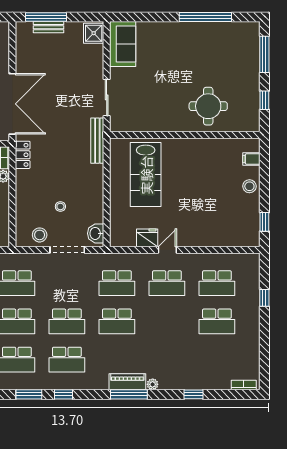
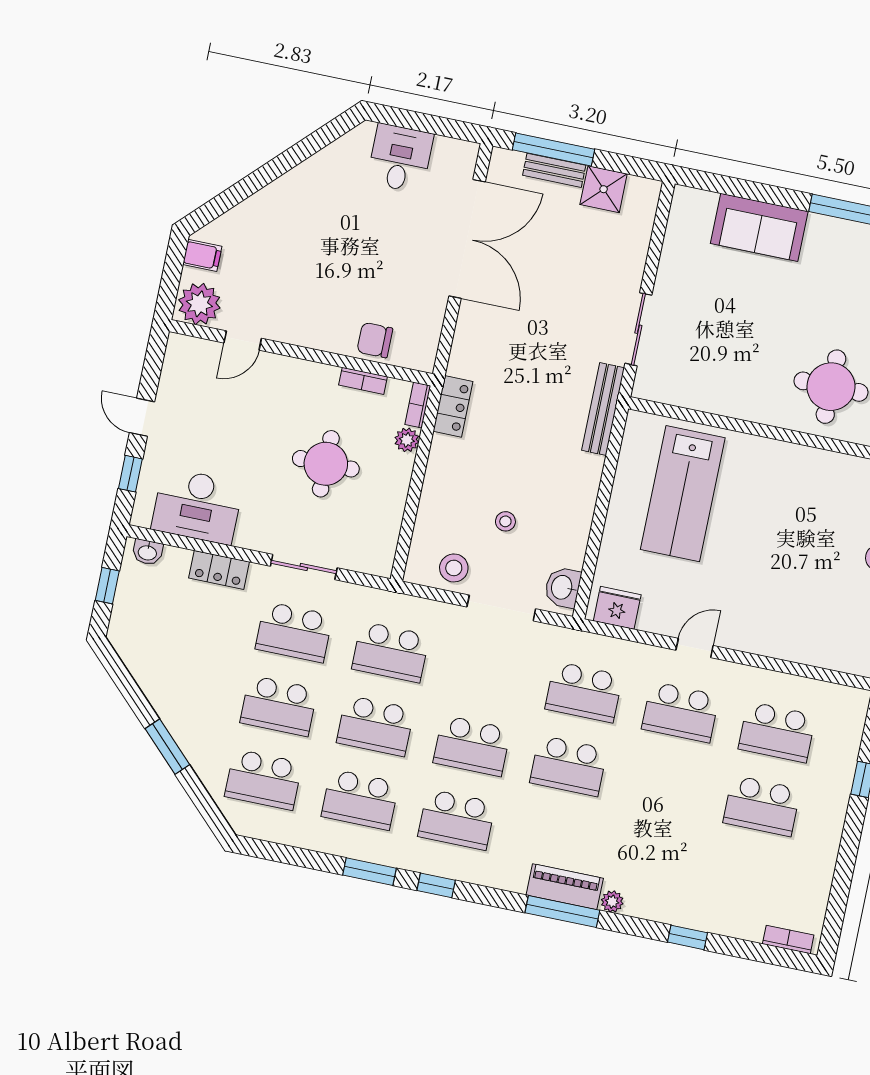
shower: (94, 33) -> (604, 189), moved
sofa: (123, 44) -> (759, 227), moved, turned 90
double door: (12, 104) -> (467, 239), moved
fridge: (147, 238) -> (617, 608), moved

